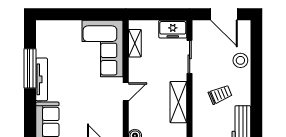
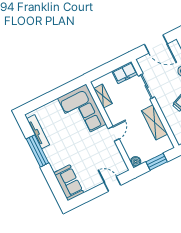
tv unit: (42, 79) -> (38, 132), moved

